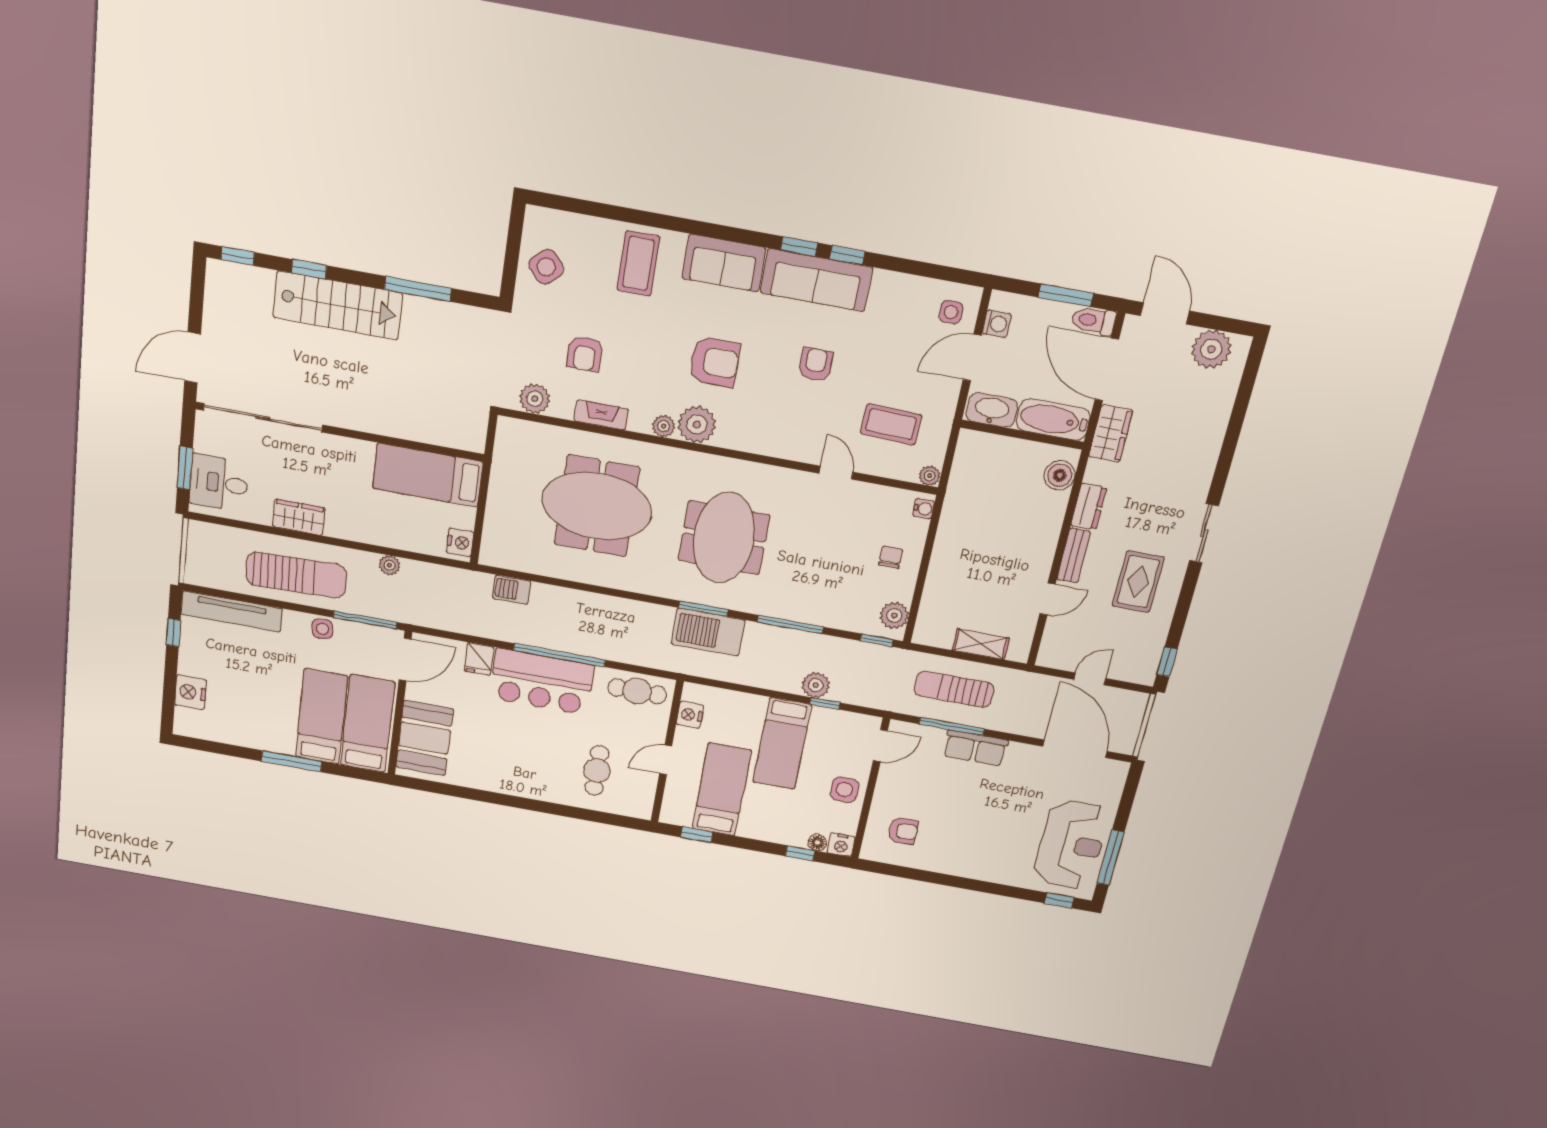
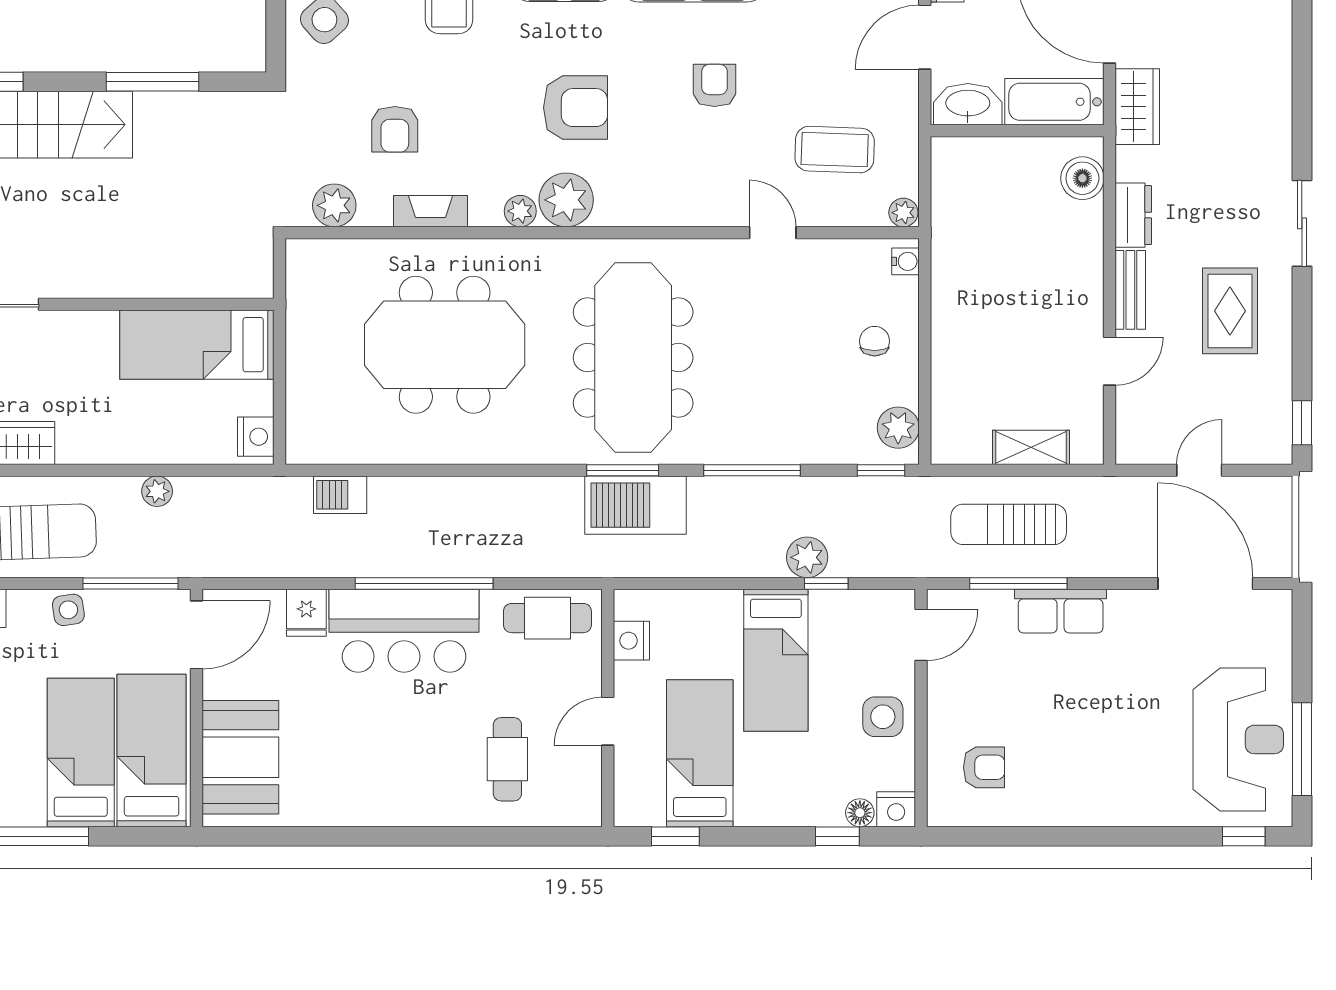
meeting table: (724, 538) -> (633, 358), width x1.36

